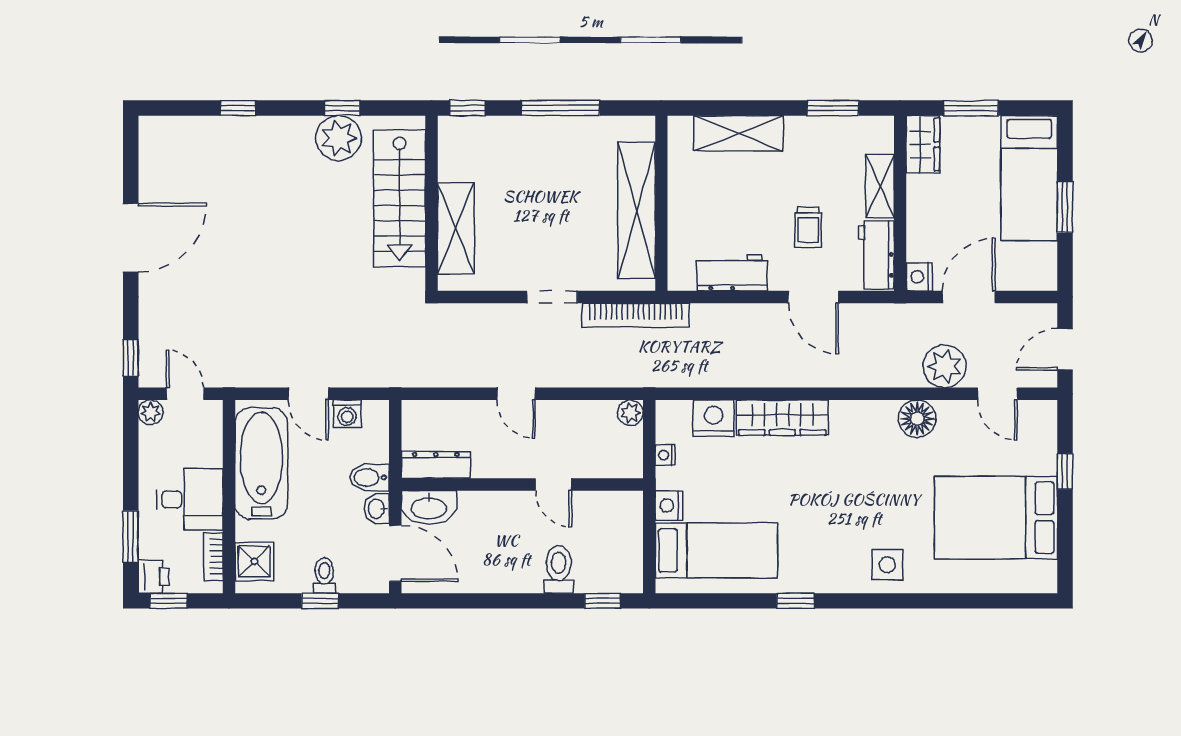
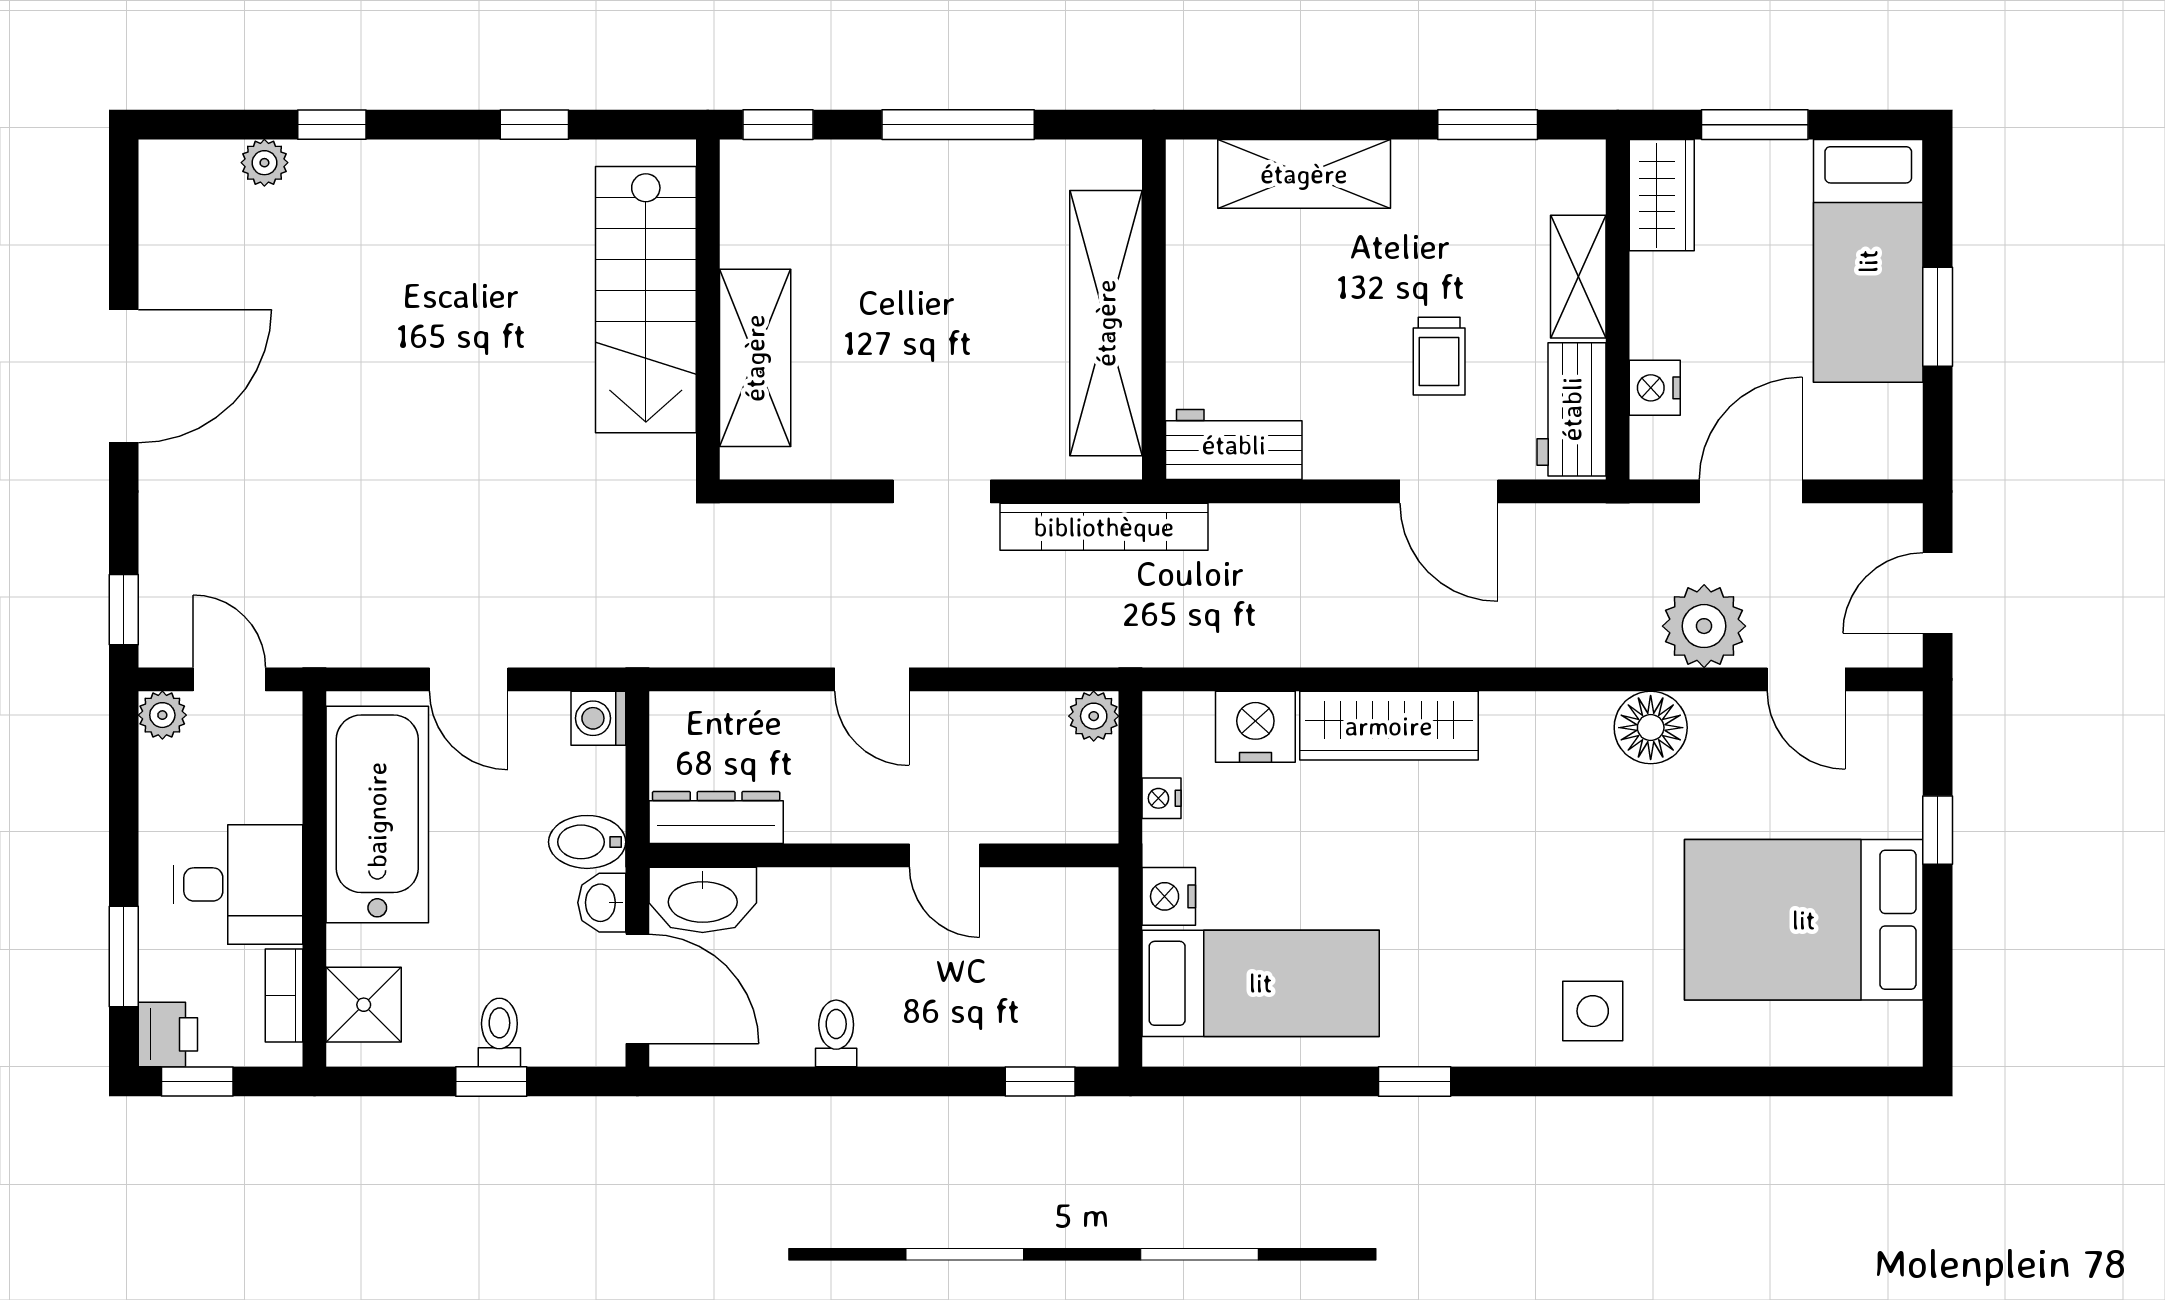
plant: (339, 138) -> (264, 163), moved, width x0.53, depth x0.53
workbench: (732, 273) -> (1234, 445), moved
nightstand: (919, 277) -> (1655, 388), moved
washing machine: (347, 414) -> (598, 718), moved, turned 90
toilet: (559, 569) -> (836, 1033), moved, width x0.73, depth x0.72

